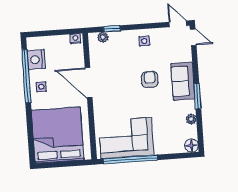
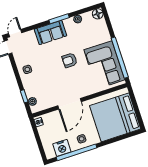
armchair: (150, 79) -> (70, 60), moved

